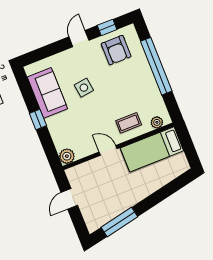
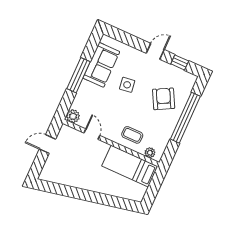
armchair: (116, 50) -> (164, 99), moved, turned 152
window: (38, 119) -> (79, 75), width x2.17
door: (108, 150) -> (92, 134), moved
window: (119, 222) -> (63, 190), removed

